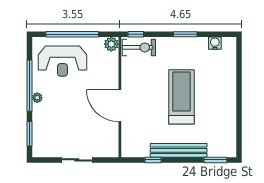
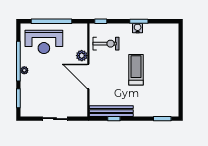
water cooler: (215, 43) -> (138, 28), moved
plant: (111, 44) -> (82, 56), moved
exercise bike: (139, 47) -> (106, 44), moved
treadmill: (181, 97) -> (136, 70), width x0.73, depth x0.73
bench: (179, 150) -> (111, 111), moved

